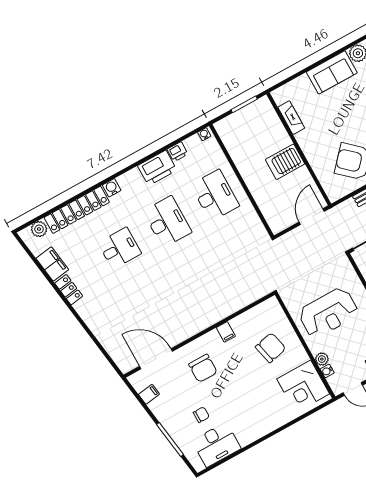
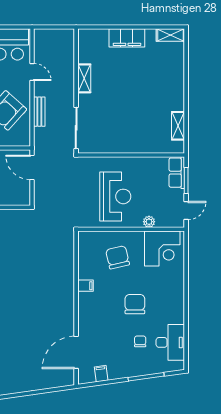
chair: (203, 368) -> (135, 304), moved, turned -90
water cooler: (327, 371) -> (161, 223), removed

